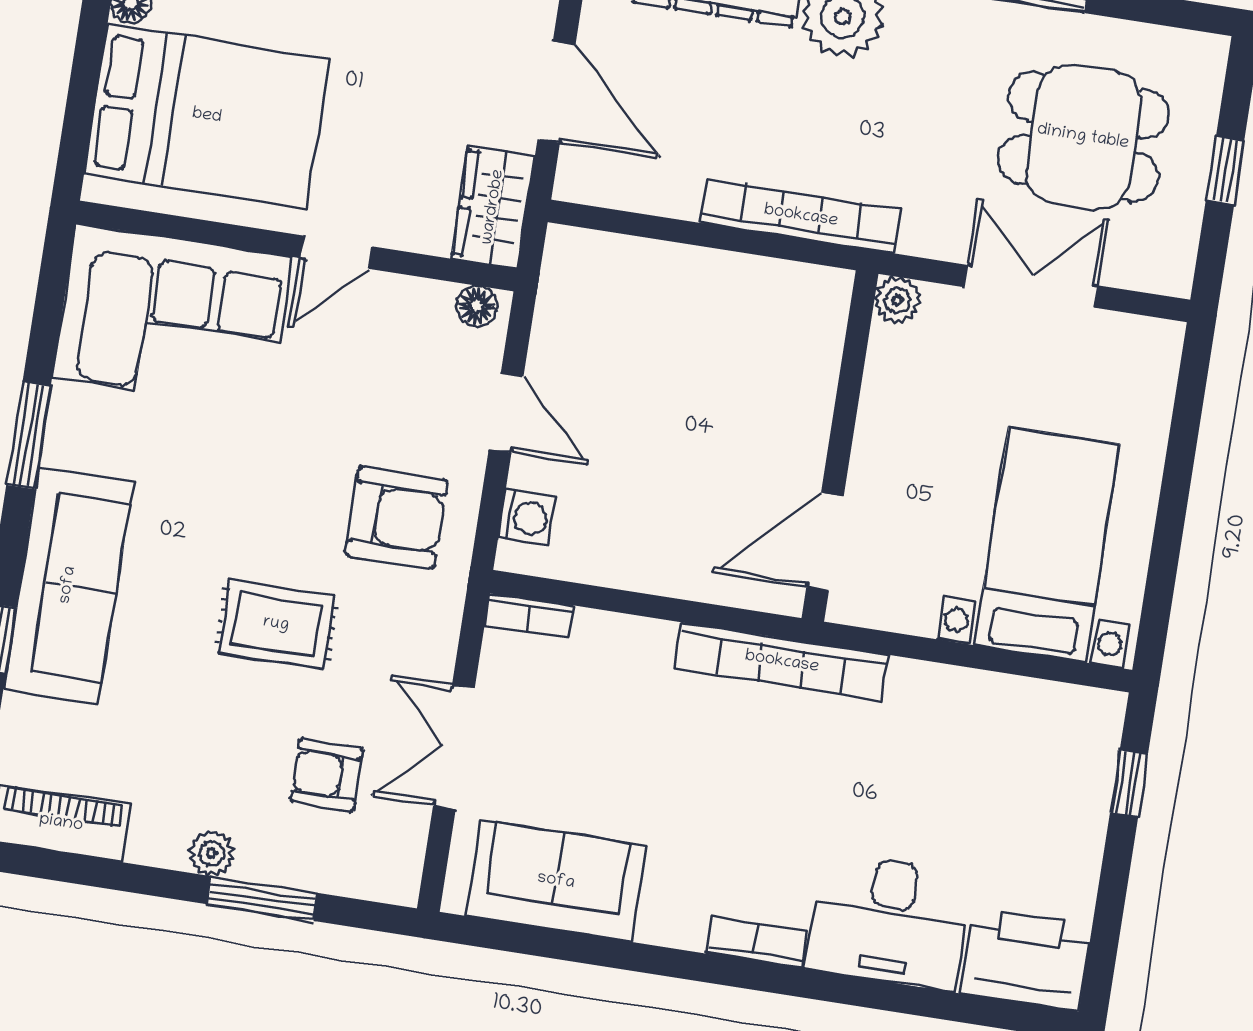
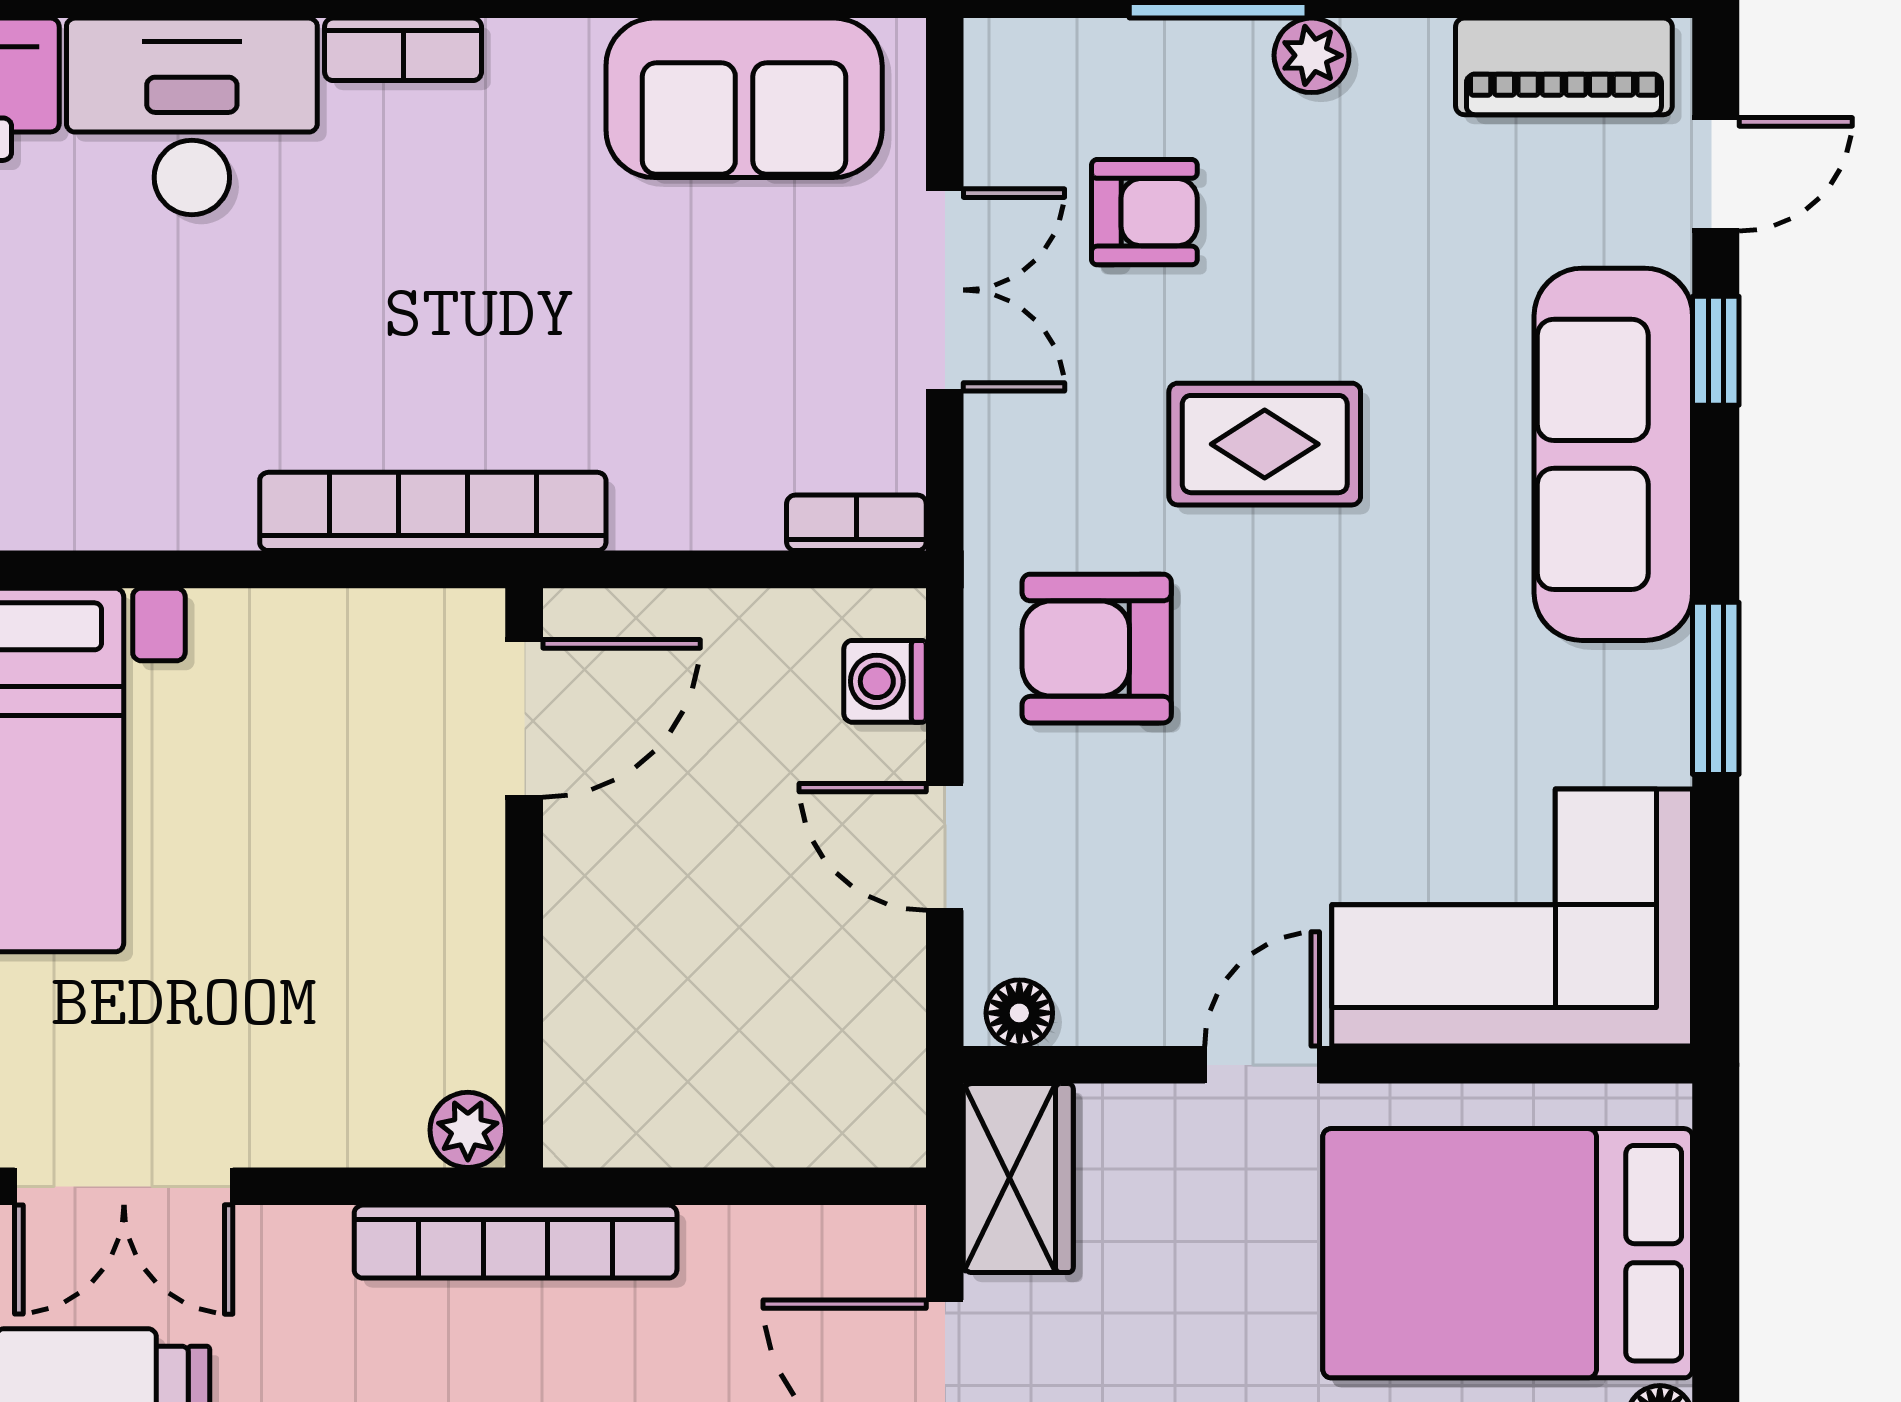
plant: (897, 300) -> (468, 1130), moved
wall: (840, 446) -> (524, 878), moved
door: (825, 542) -> (524, 718), moved

